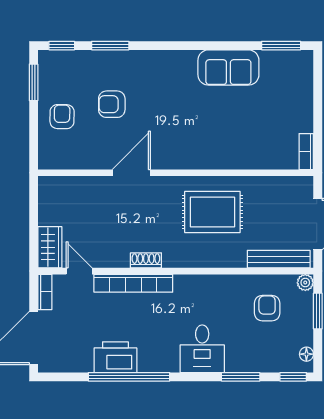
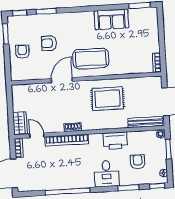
coffee table: (186, 137) -> (91, 59), added
armchair: (267, 308) -> (138, 162), moved
printer: (115, 357) -> (115, 141), moved, turned 180

